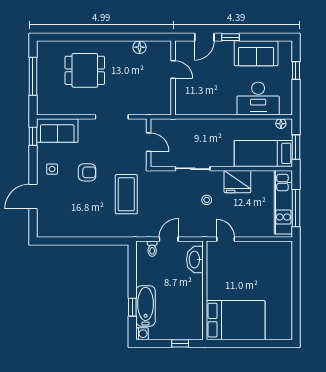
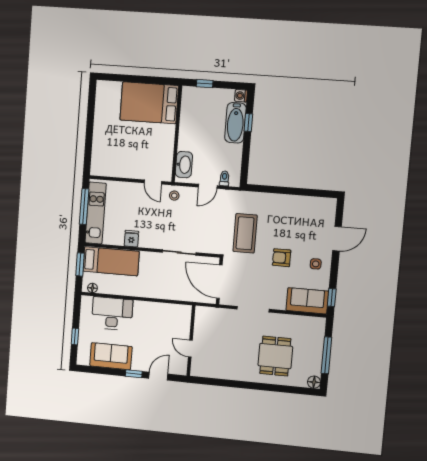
floor lamp: (140, 47) -> (314, 382), moved
dining table: (85, 70) -> (275, 356), turned 90
door: (149, 142) -> (219, 282), width x1.87
fridge: (237, 182) -> (131, 239), width x0.53, depth x0.75
stool: (207, 200) -> (174, 196), moved

